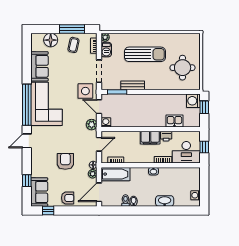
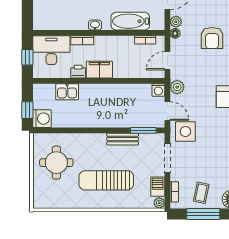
bathtub: (116, 174) -> (130, 21), moved

